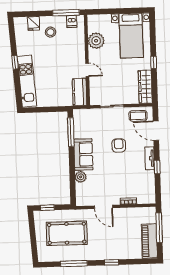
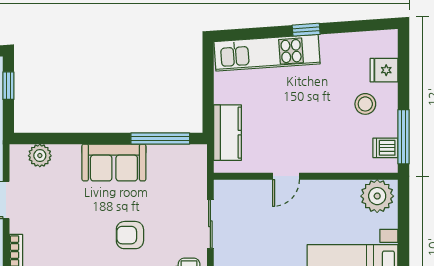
plant: (96, 41) -> (377, 196), moved
kitchen counter: (80, 92) -> (228, 133), moved, turned 90
armchair: (119, 146) -> (130, 235), turned 180
plant: (81, 177) -> (40, 156), moved

